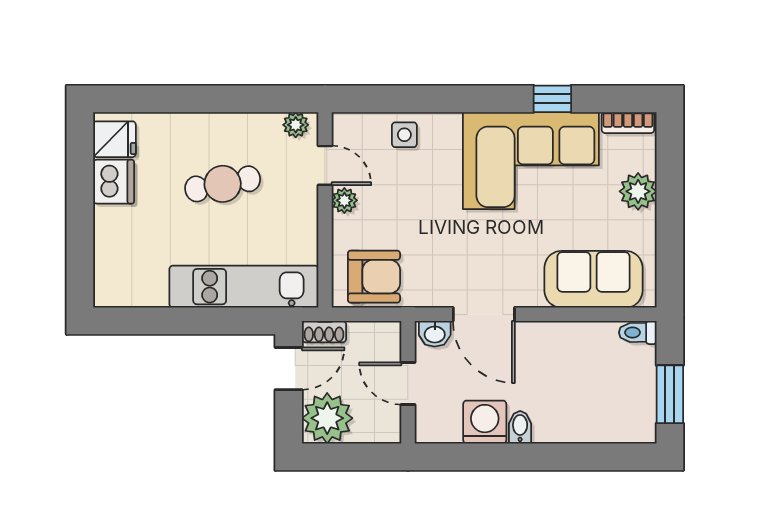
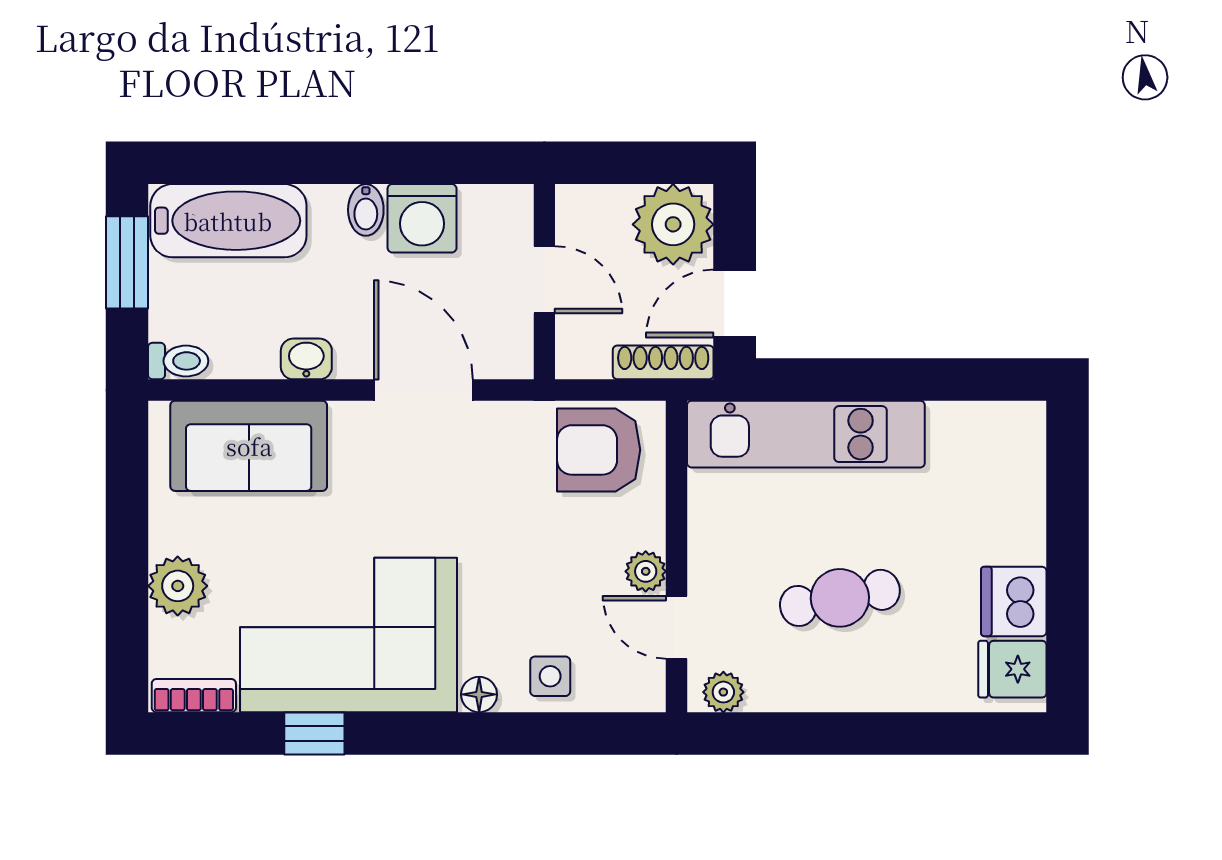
floor lamp: (449, 123) -> (479, 694), added
shoe rack: (324, 332) -> (663, 362), width x1.43
washbasin: (435, 334) -> (306, 359), moved
bathtub: (606, 420) -> (228, 221), added

